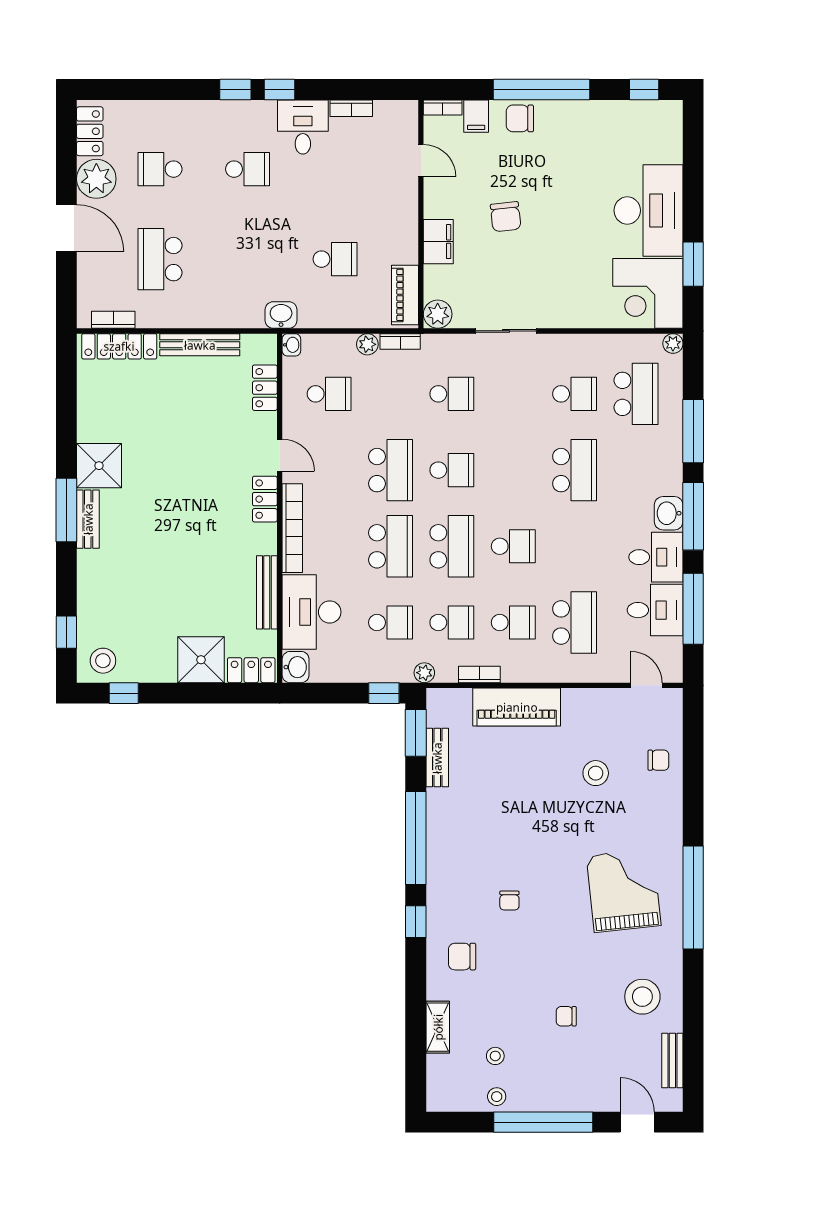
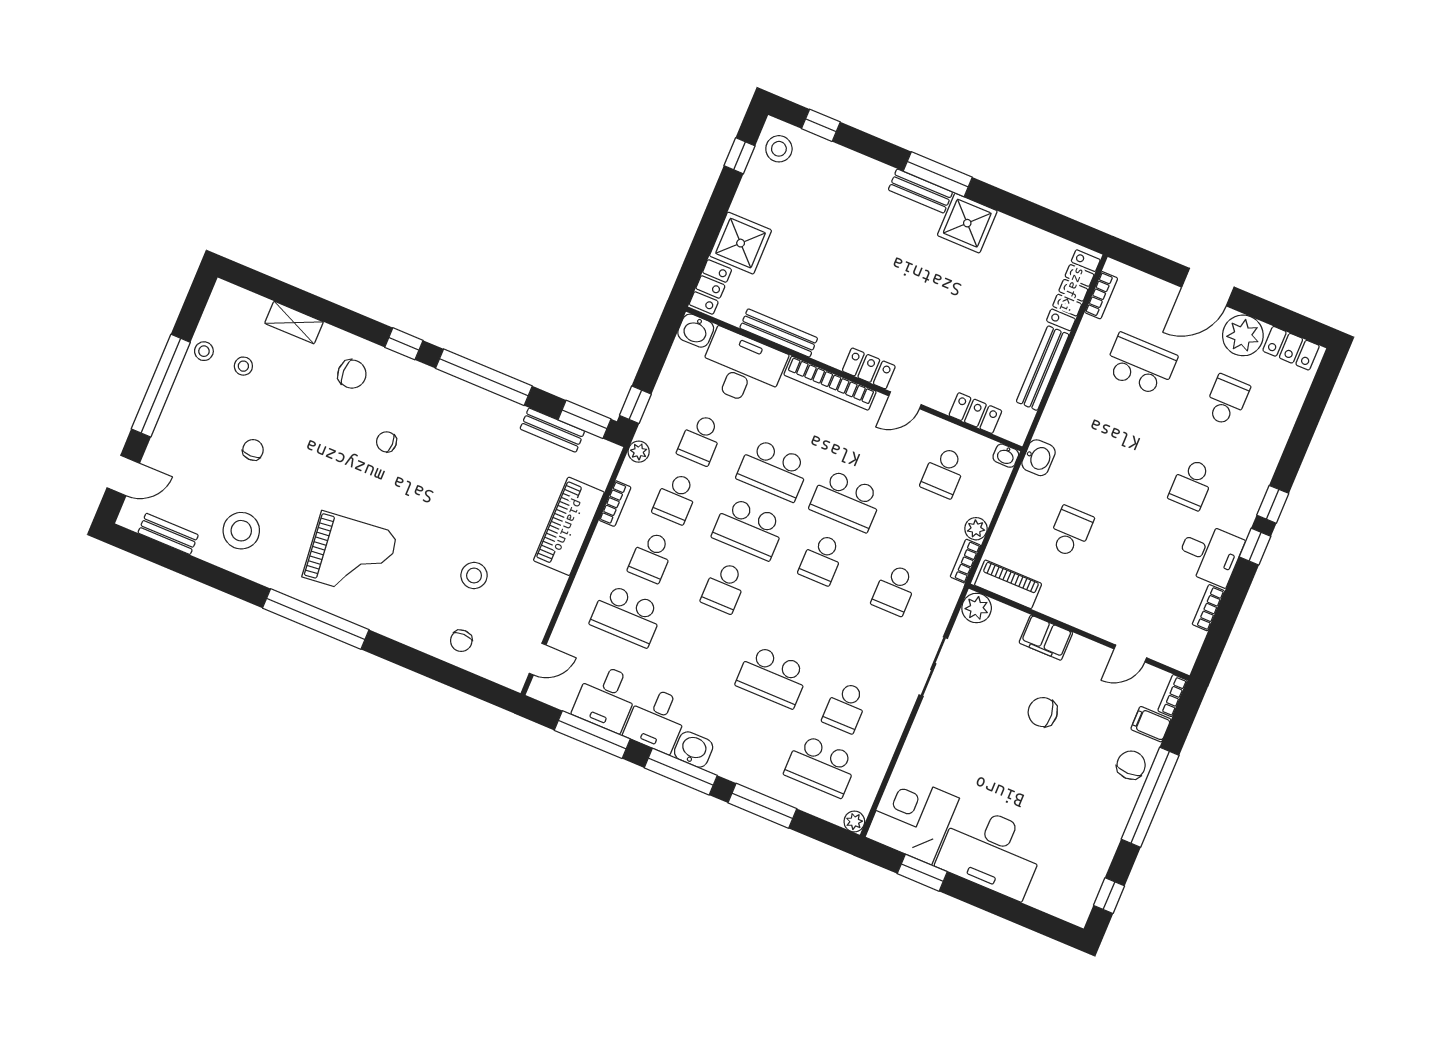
school desk: (335, 259) -> (1070, 532), turned 180
chair: (462, 957) -> (352, 374), turned 90

